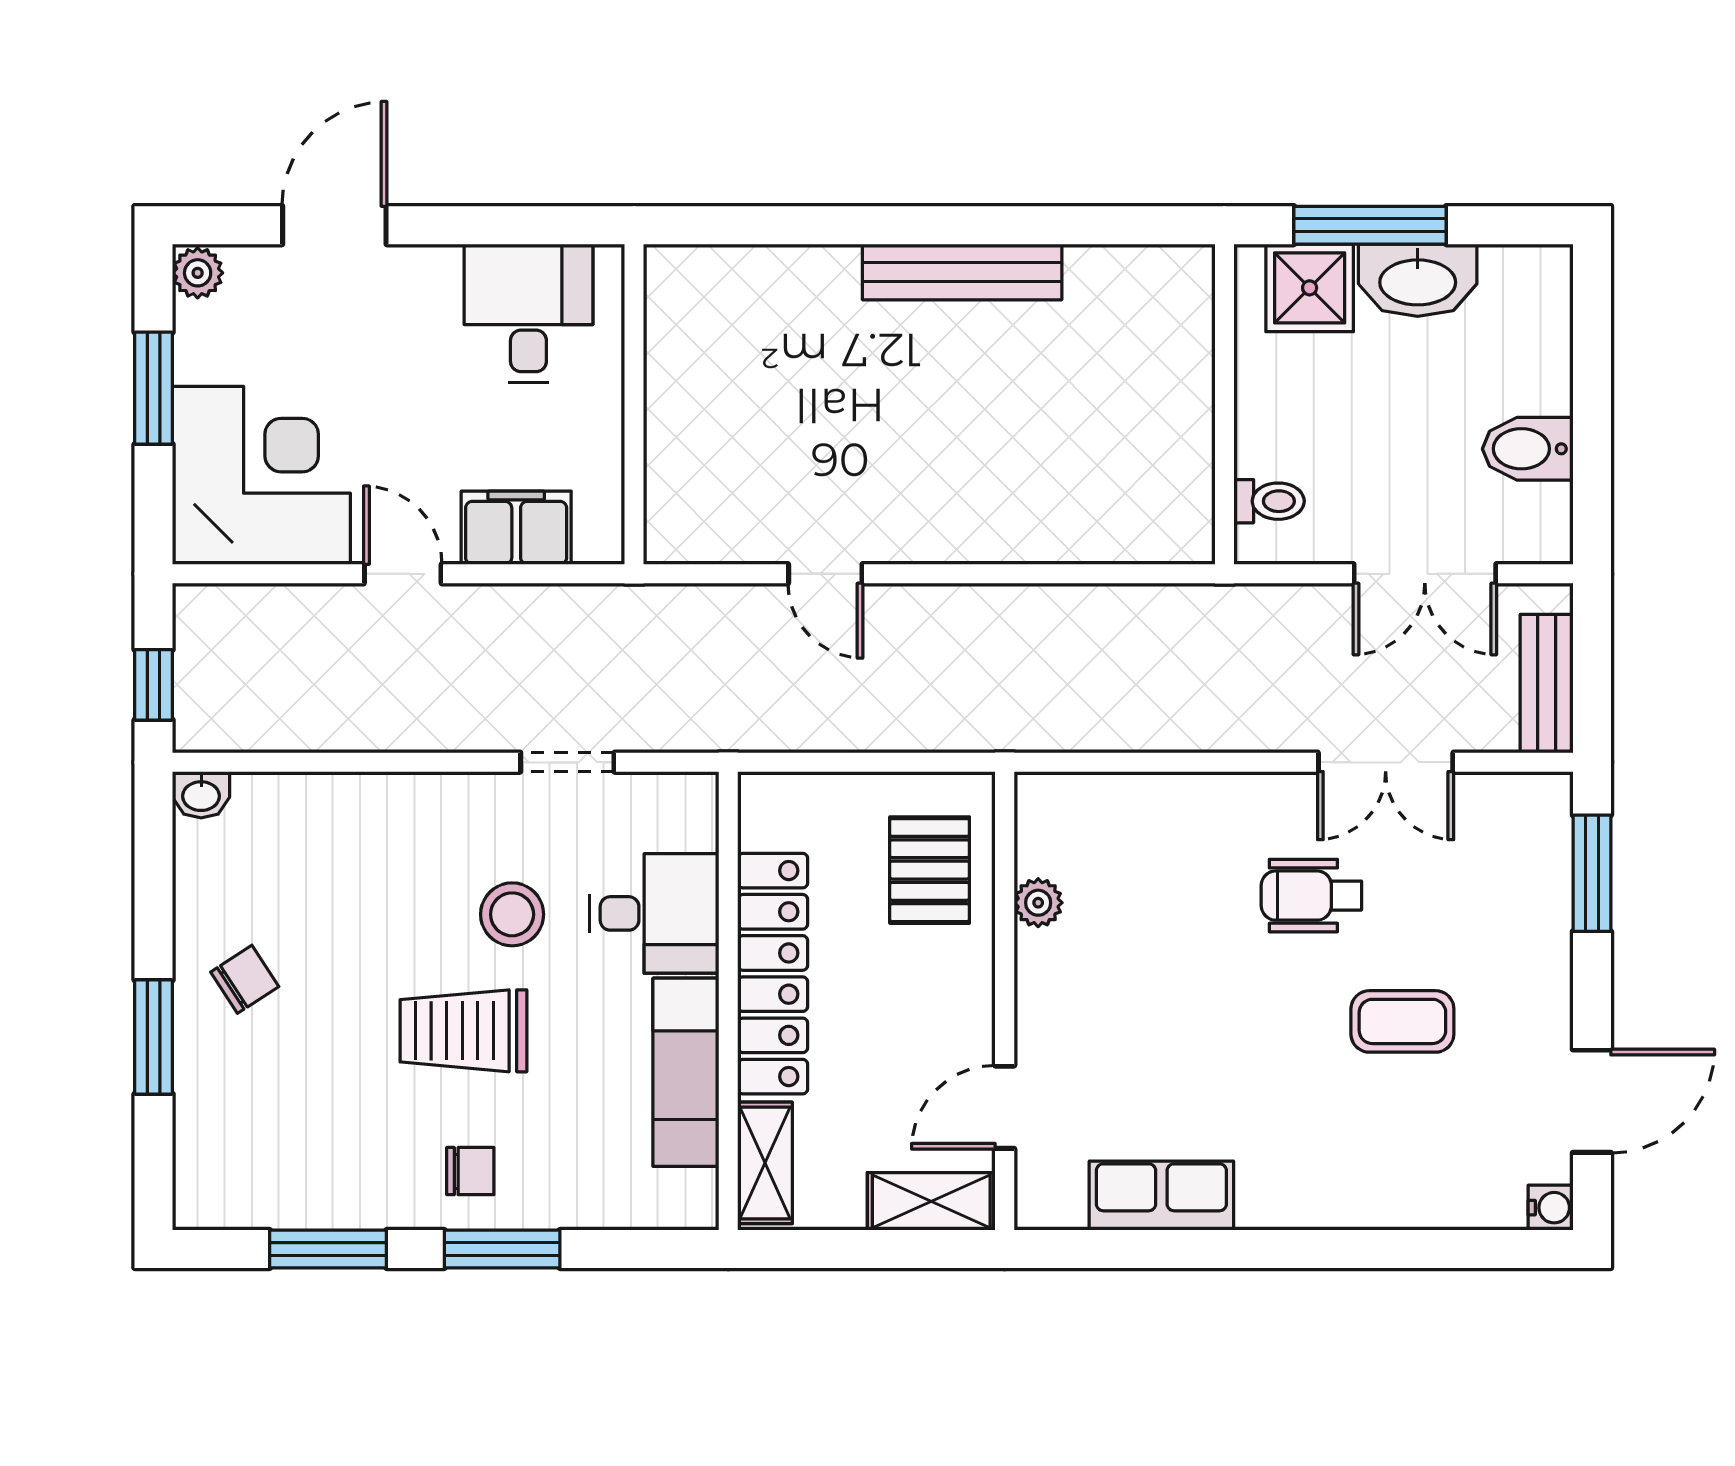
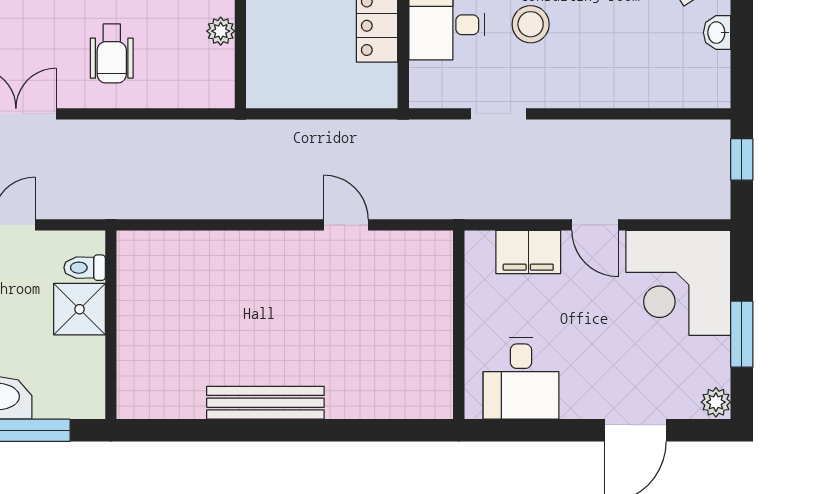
shower: (1310, 288) -> (80, 309), moved
washbasin: (201, 795) -> (717, 33), moved, turned -90
pallet: (930, 870) -> (285, 50), removed
wheelchair: (1311, 896) -> (112, 53), moved, turned 90

